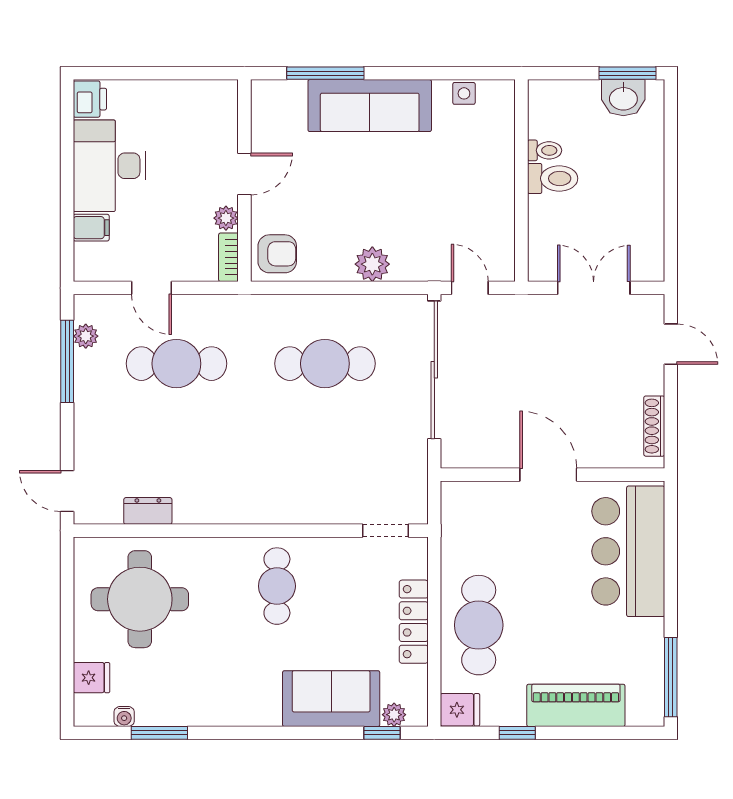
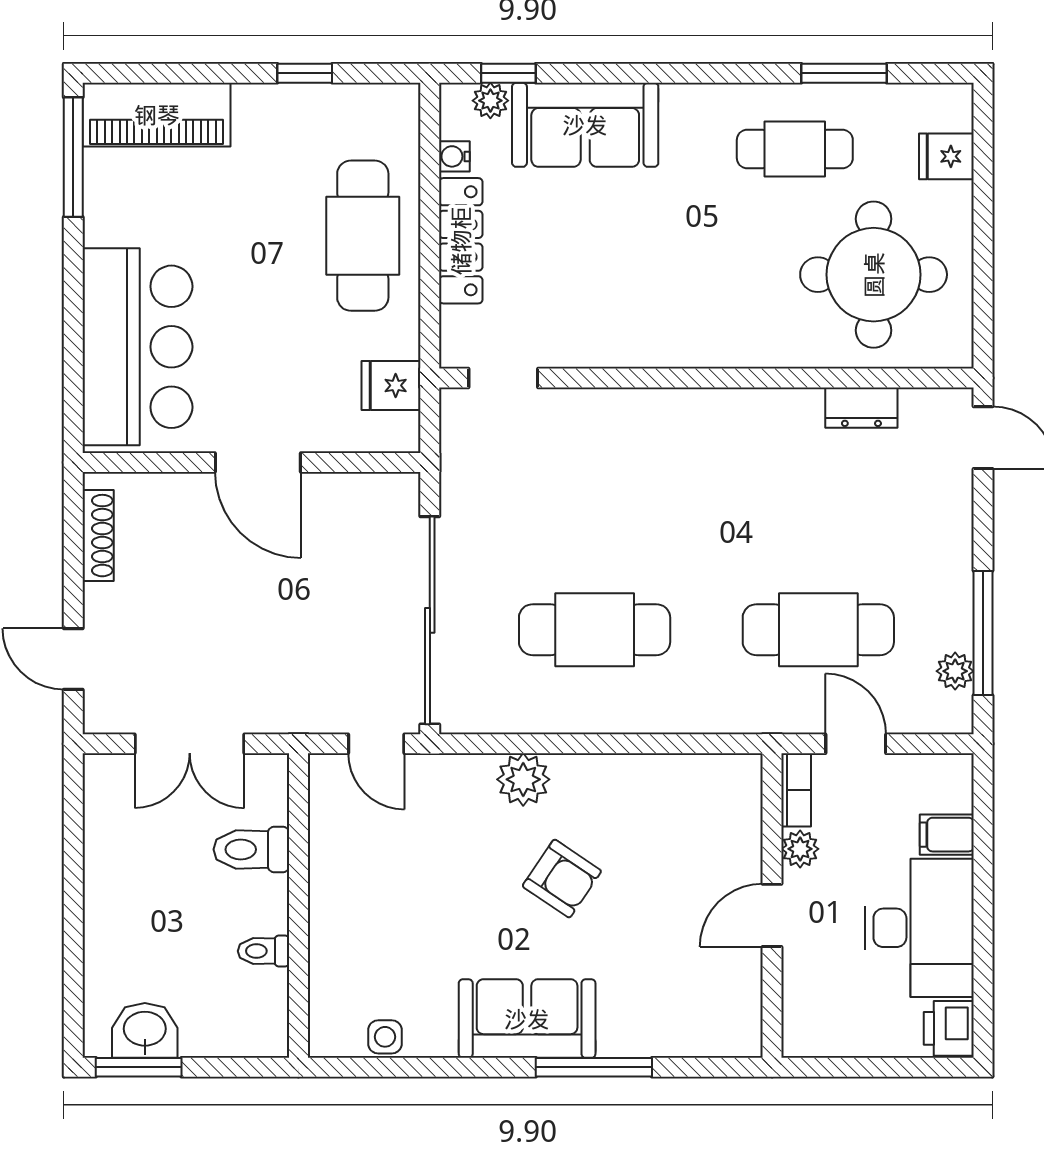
sofa: (370, 106) -> (527, 1019), width x0.73
door: (244, 174) -> (772, 915), moved
toilet: (553, 178) -> (251, 849), moved
wall: (244, 181) -> (772, 906), moved
plant: (226, 218) -> (800, 849), moved
armchair: (277, 254) -> (562, 879), moved, turned -146
bookcase: (228, 257) -> (796, 790), moved
cafe table: (277, 586) -> (795, 149), moved, turned 90
piano: (576, 705) -> (157, 115), moved
fridge: (460, 710) -> (391, 385), moved
water cooler: (124, 717) -> (454, 156), moved, turned -90

